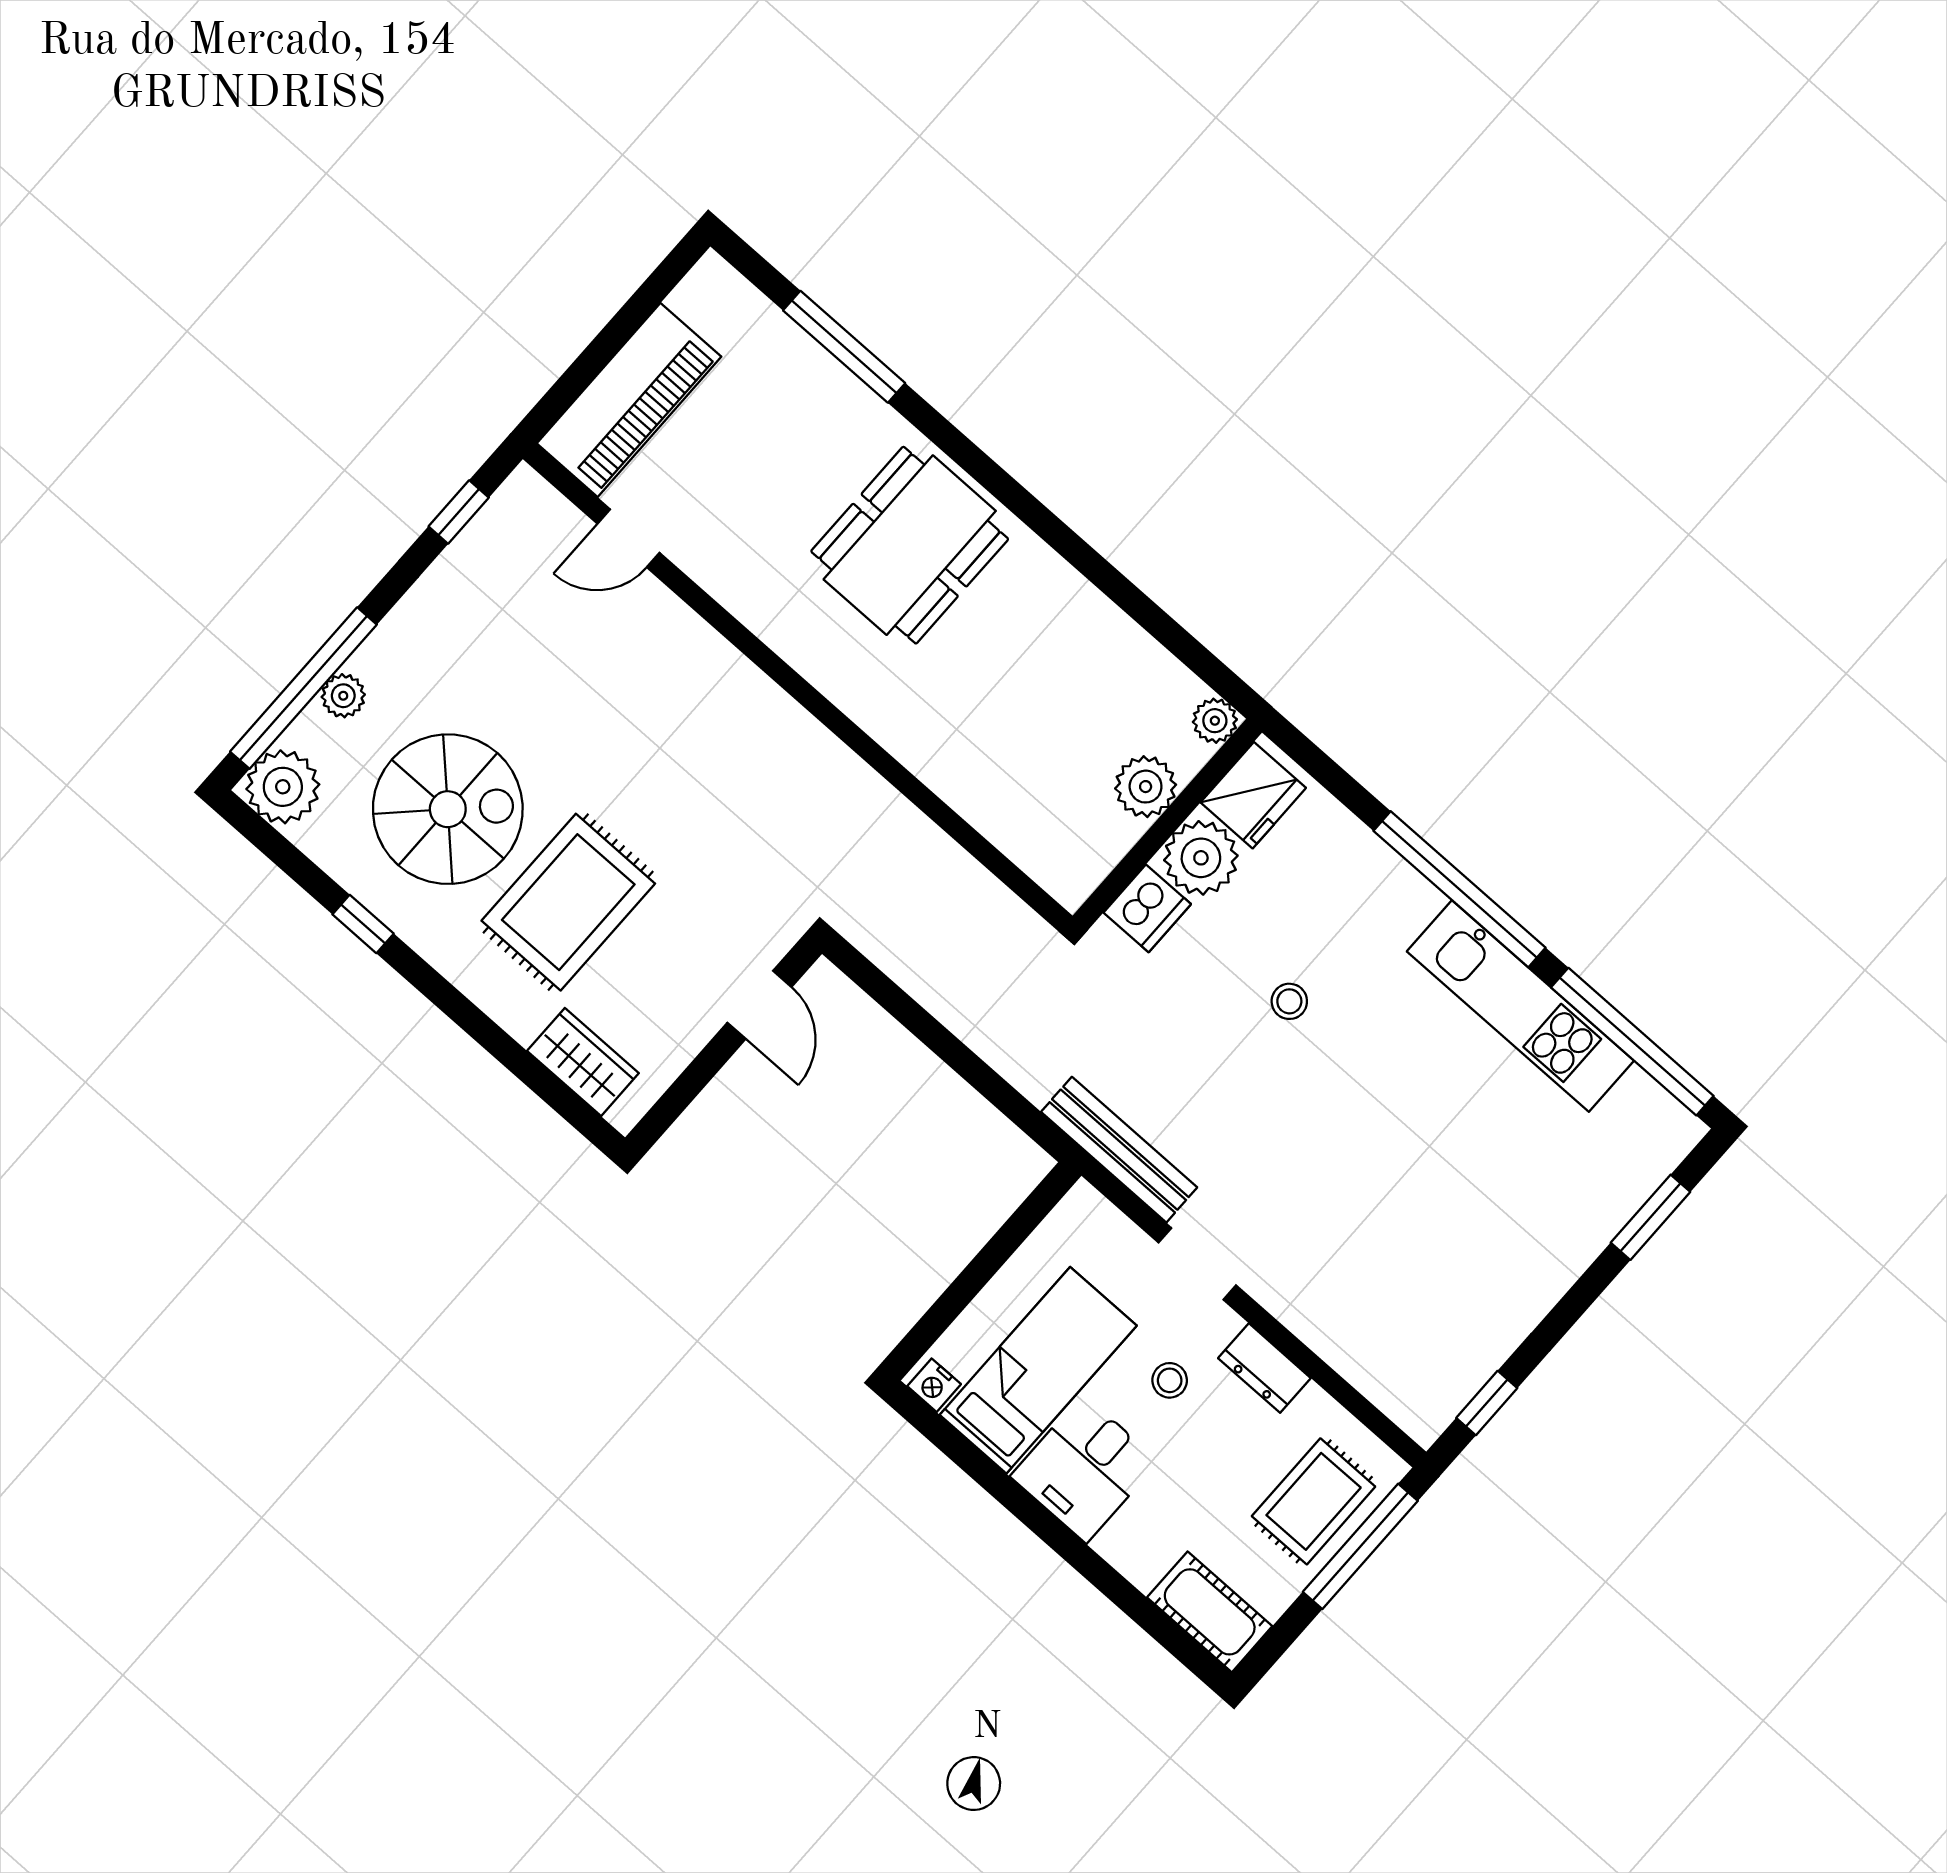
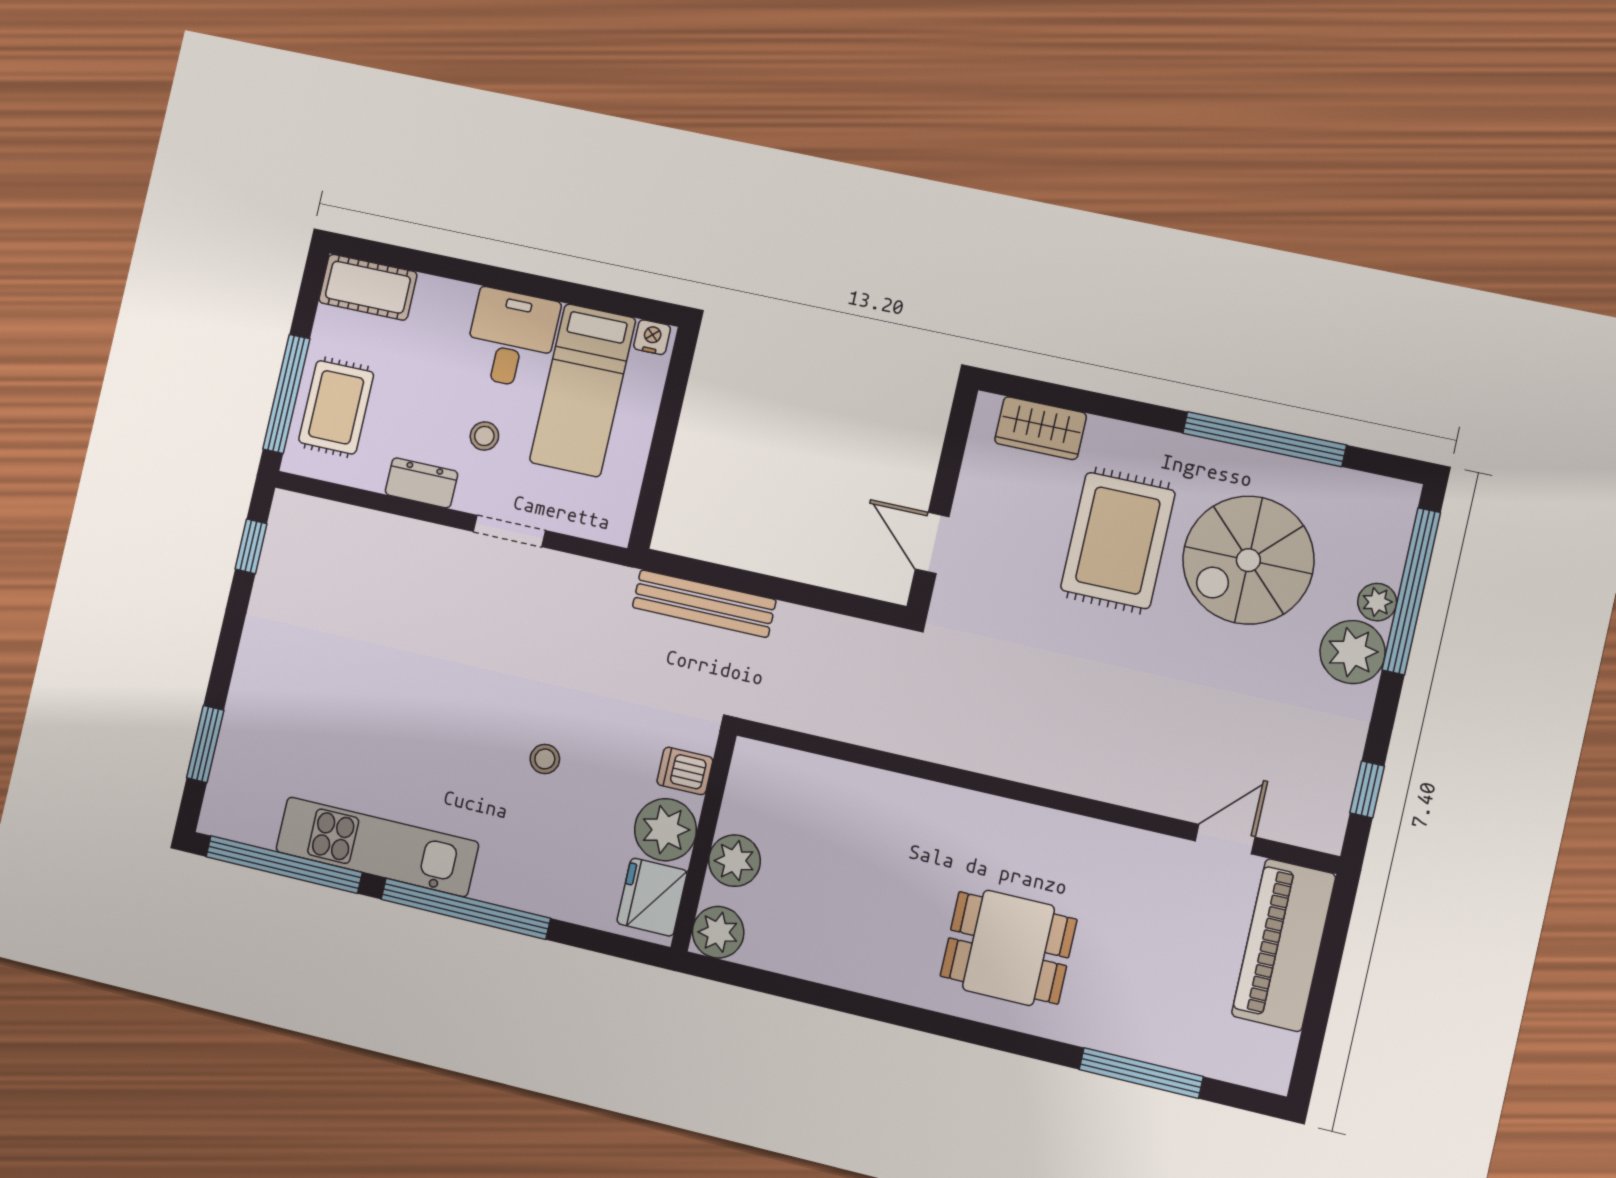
dining table: (910, 545) -> (1008, 948), width x0.73
plant: (1215, 721) -> (718, 932), width x1.38, depth x1.38
plant: (283, 787) -> (1353, 652), moved
dishwasher: (1147, 908) -> (685, 771), width x0.73
window: (363, 924) -> (1264, 439), width x3.17
bench: (1119, 1150) -> (704, 604), moved

